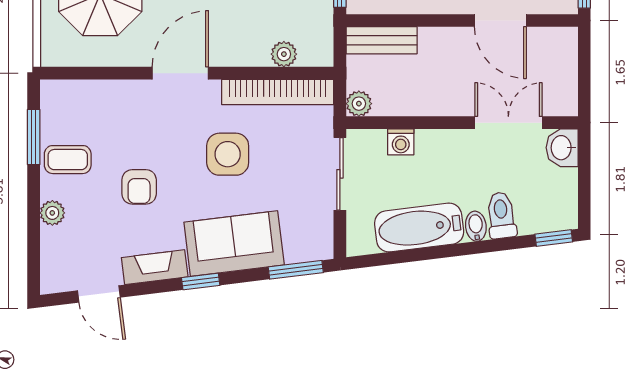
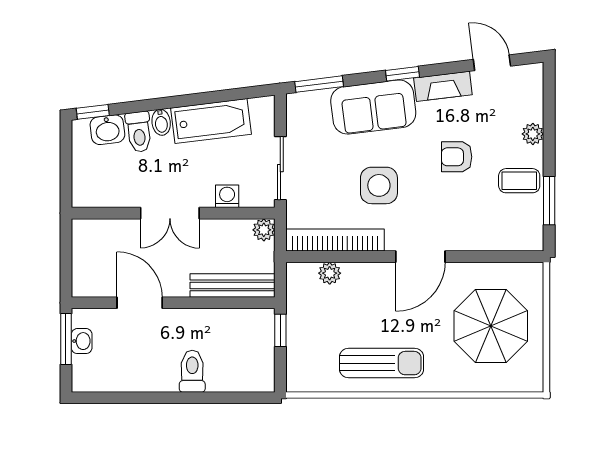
bench: (382, 40) -> (233, 285), width x1.36
double door: (508, 123) -> (170, 213), moved
washbasin: (562, 148) -> (107, 130), moved, turned 83
armchair: (139, 187) -> (457, 157), turned -90

